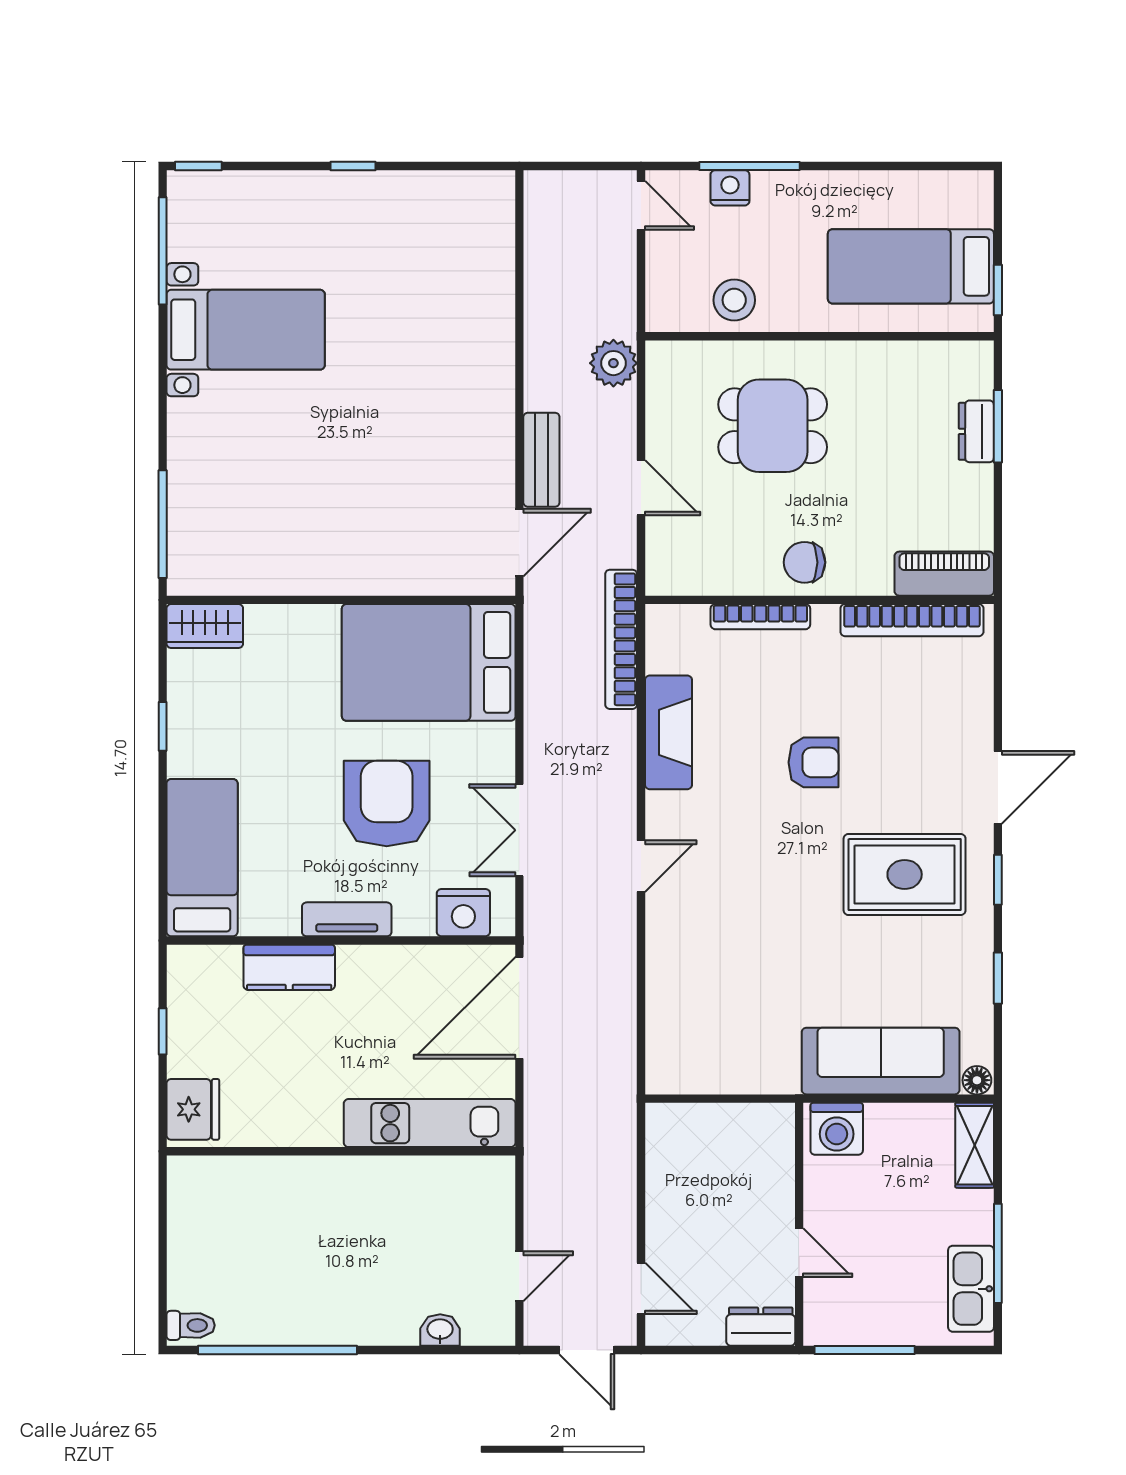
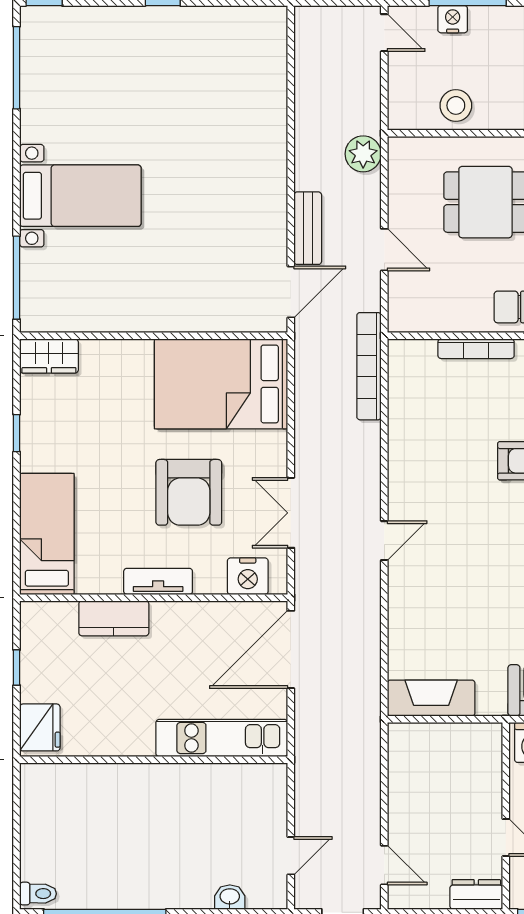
bed with nightstands: (246, 330) -> (80, 196), moved
fireplace: (669, 732) -> (431, 698), moved, turned -90
armchair: (387, 803) -> (189, 492), turned 180

